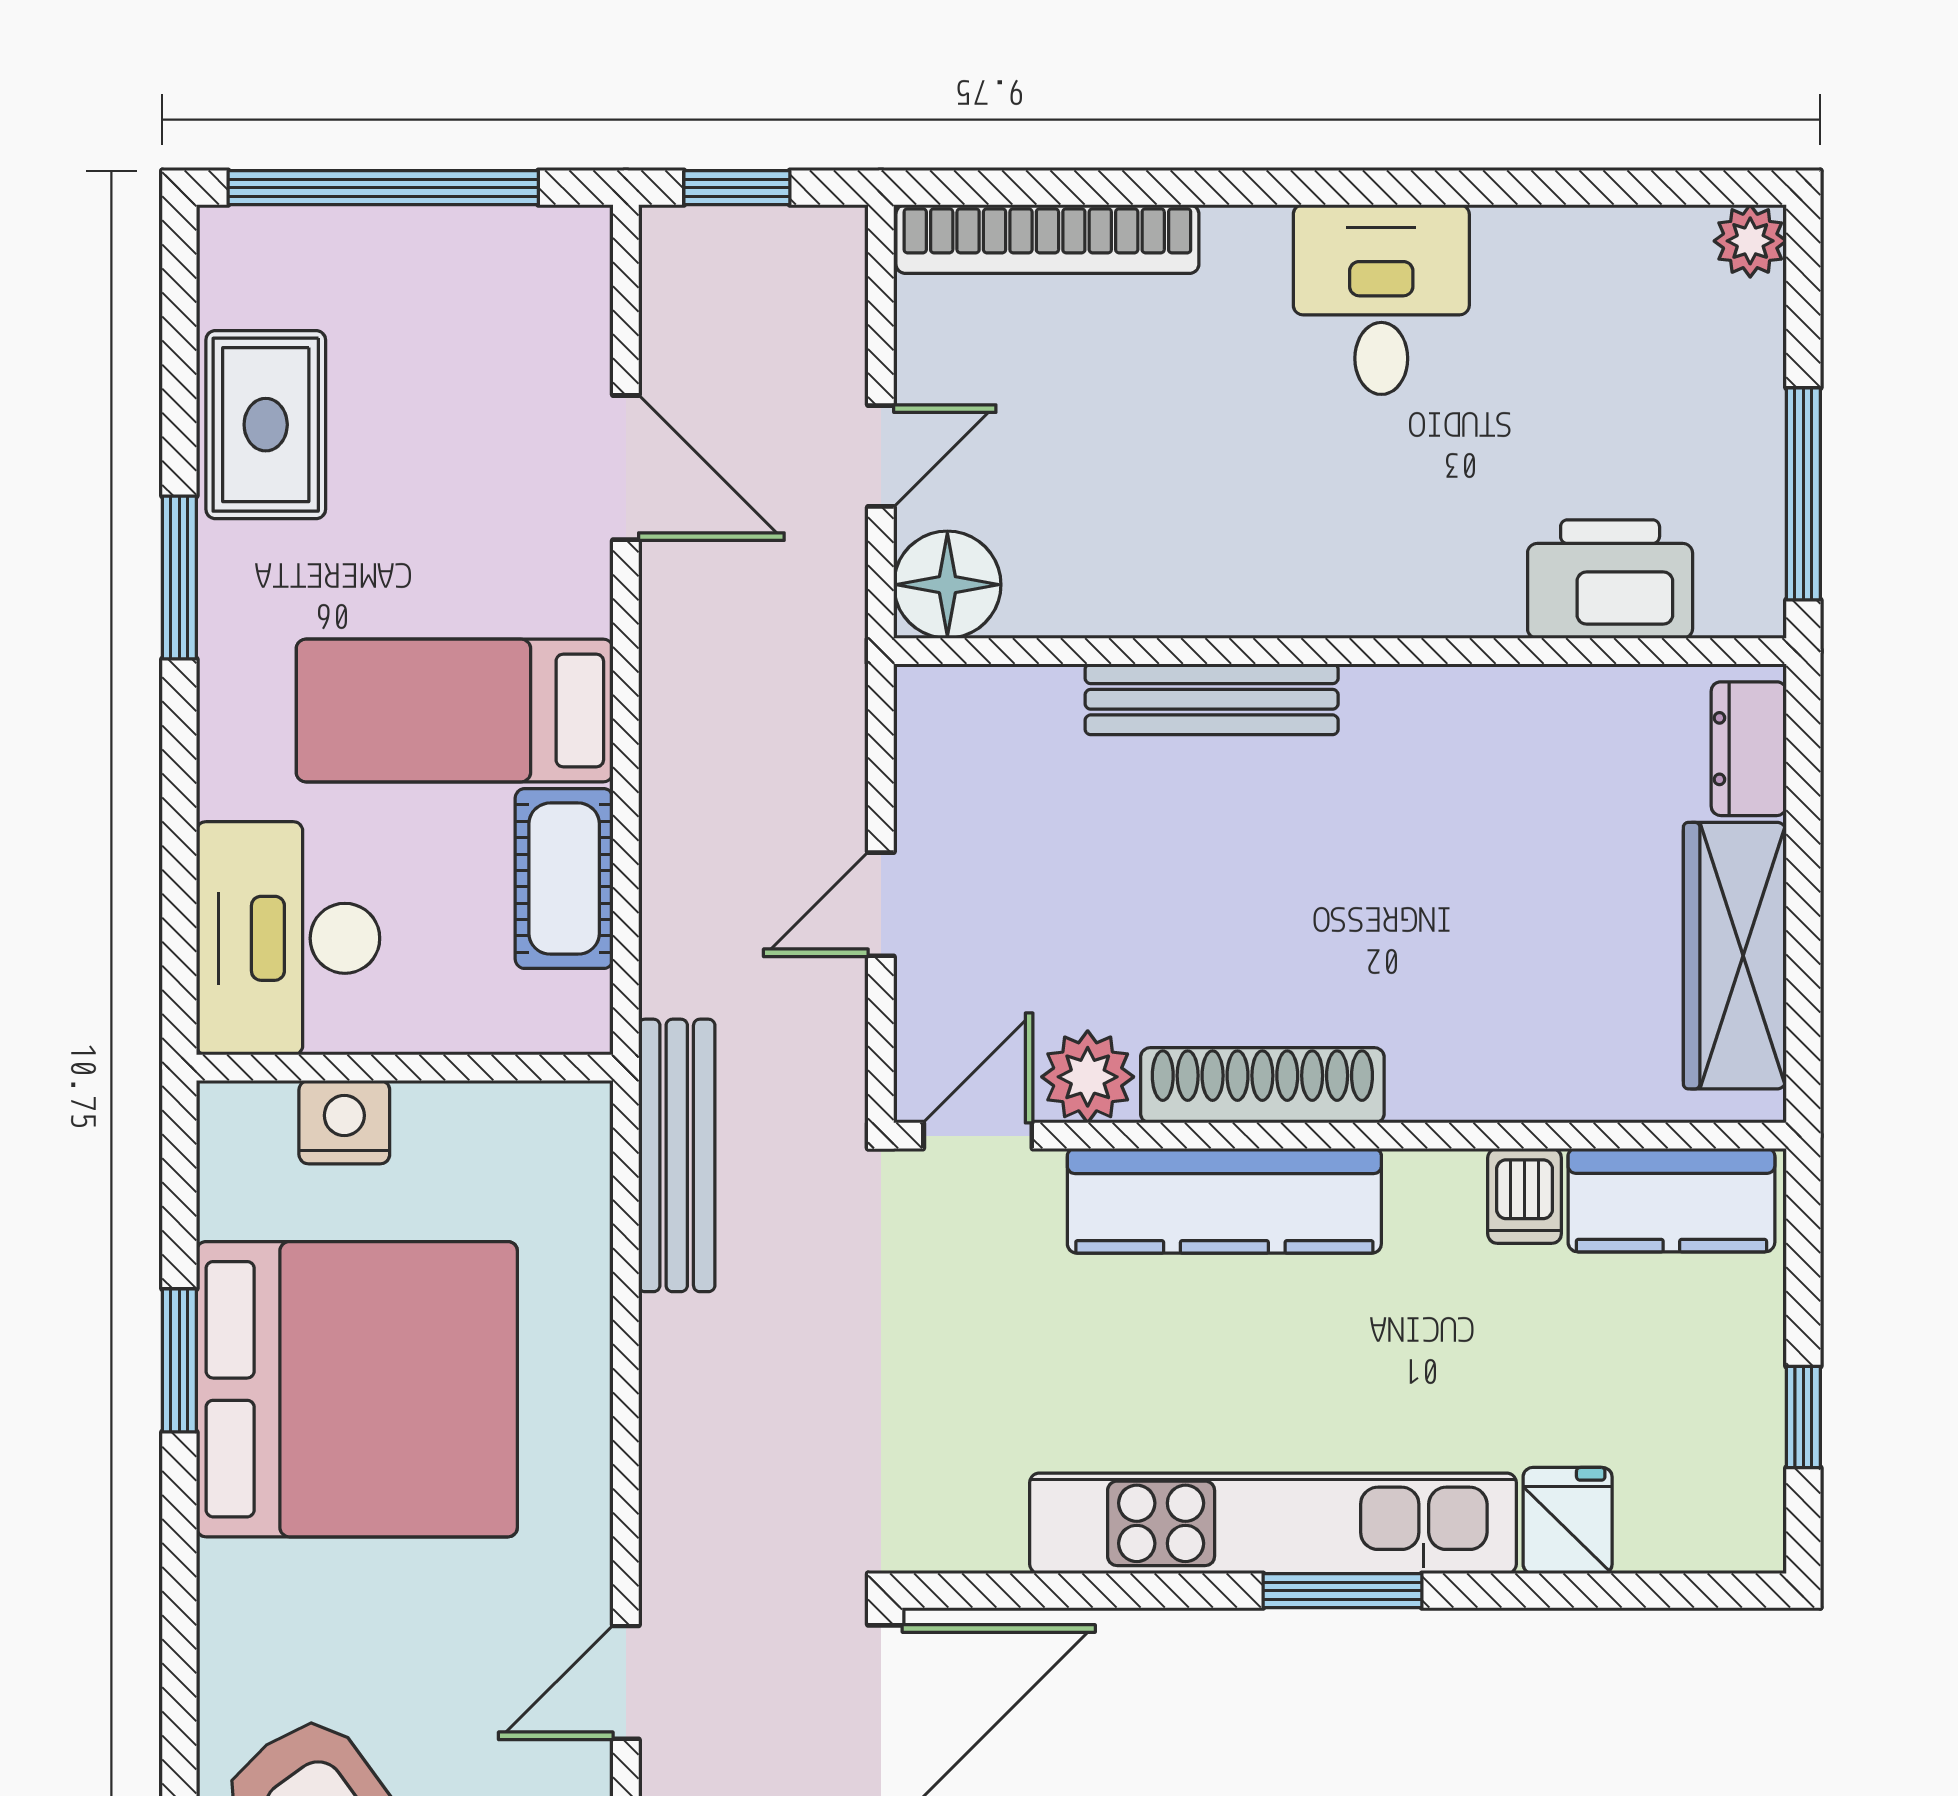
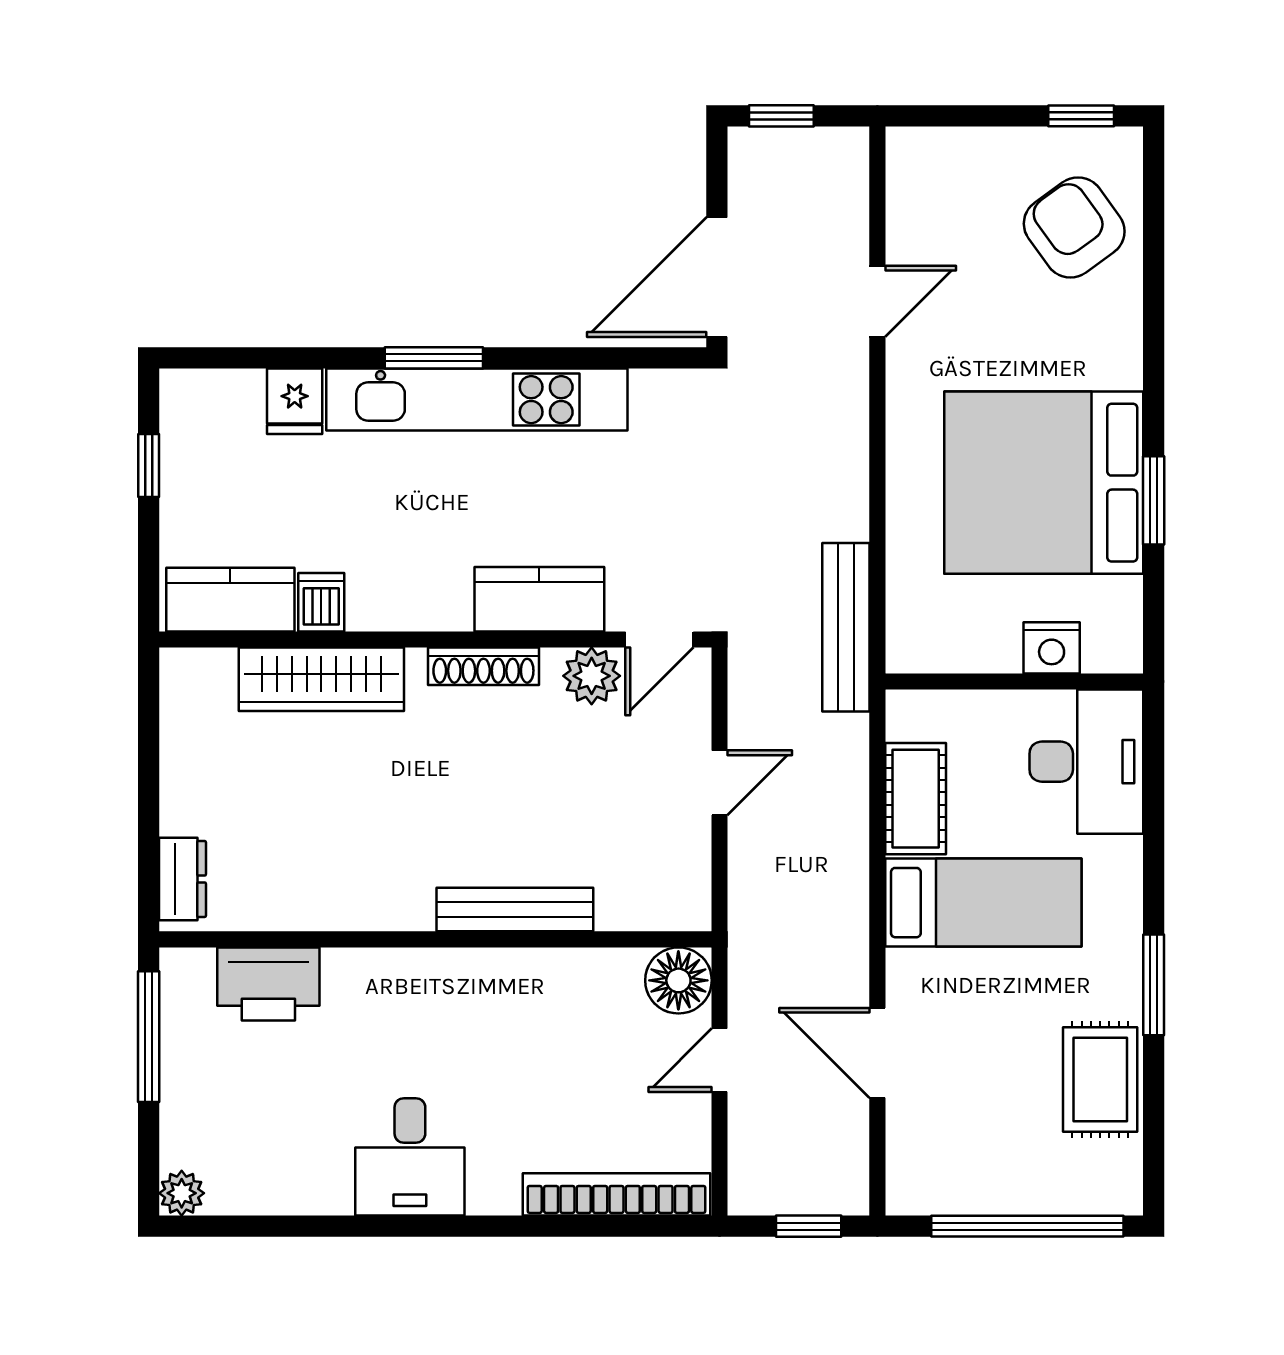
wardrobe: (1735, 956) -> (321, 679), moved, turned 90
shoe rack: (1262, 1085) -> (483, 666), width x0.74, depth x0.81
kitchen counter: (1224, 1201) -> (539, 599), width x0.67

